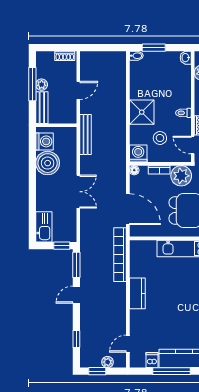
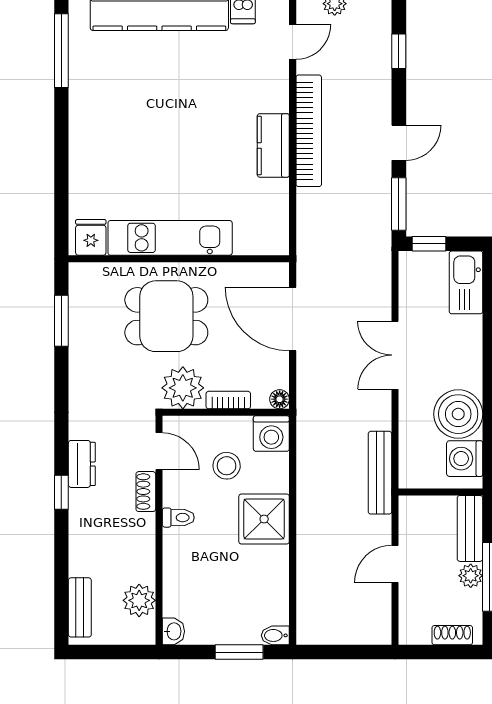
shoe rack: (65, 56) -> (452, 635), moved
bookcase: (120, 255) -> (309, 131), moved

